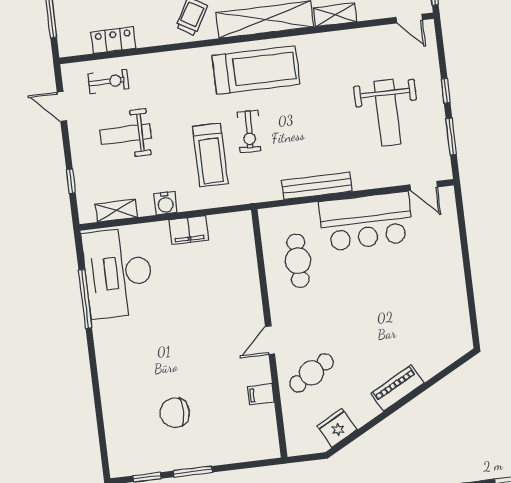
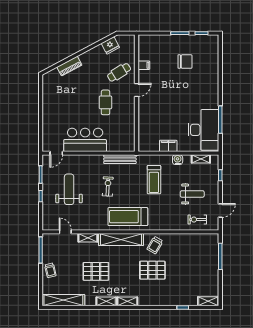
door: (409, 19) -> (65, 232), moved
locker: (113, 40) -> (193, 238), removed
door: (62, 106) -> (220, 211), hinge flipped
exercise bike: (249, 132) -> (108, 186), moved
treadmill: (210, 155) -> (154, 180), turned 180
bench: (317, 186) -> (120, 159), moved
door: (424, 186) -> (56, 153), swing flipped
cafe table: (298, 261) -> (105, 102), moved
piano: (397, 388) -> (69, 66), moved

